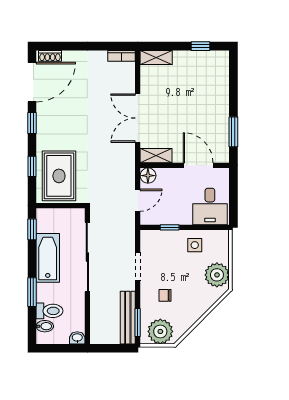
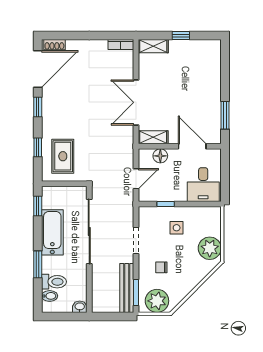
window: (200, 46) -> (181, 36), moved
rug: (59, 176) -> (63, 156), width x0.73, depth x0.70
floor lamp: (148, 176) -> (160, 156), moved
side table: (195, 245) -> (177, 228), moved

